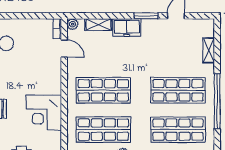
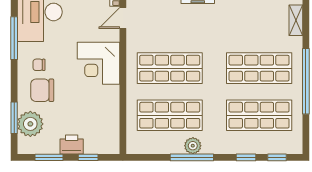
door: (64, 48) -> (123, 18), swing flipped
corner desk: (44, 113) -> (98, 63), moved

